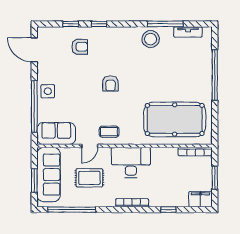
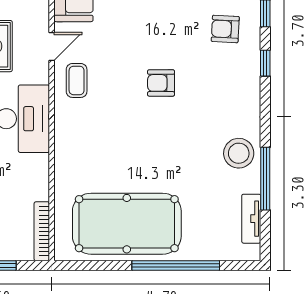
armchair: (80, 47) -> (225, 29), turned 93
pool table: (175, 119) -> (127, 224), moved, turned 90
door: (90, 146) -> (52, 47), swing flipped

